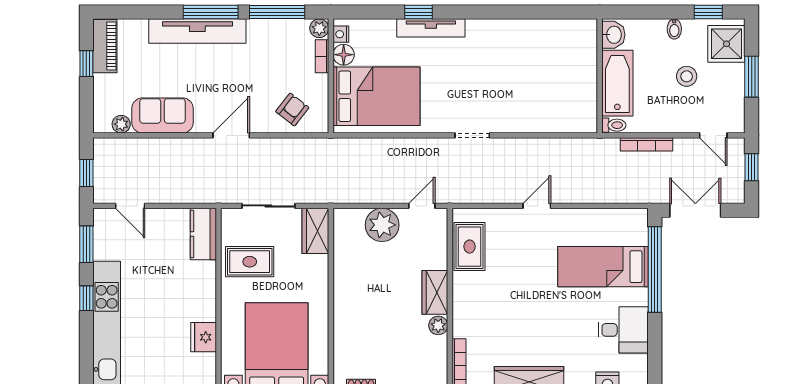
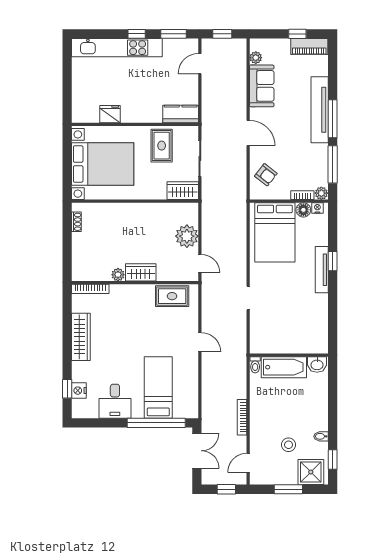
washbasin: (613, 35) -> (317, 364), moved
wall: (600, 76) -> (289, 355), moved
bathtub: (617, 83) -> (284, 367), moved
toilet: (614, 125) -> (255, 365), moved

